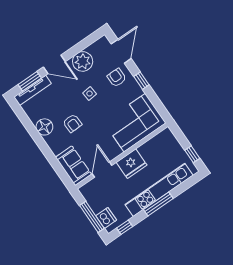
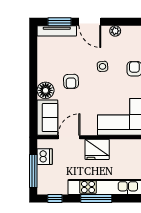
plant: (83, 61) -> (115, 31), width x0.53, depth x0.53
floor lamp: (44, 127) -> (46, 90), moved
dishwasher: (106, 218) -> (45, 157), moved

